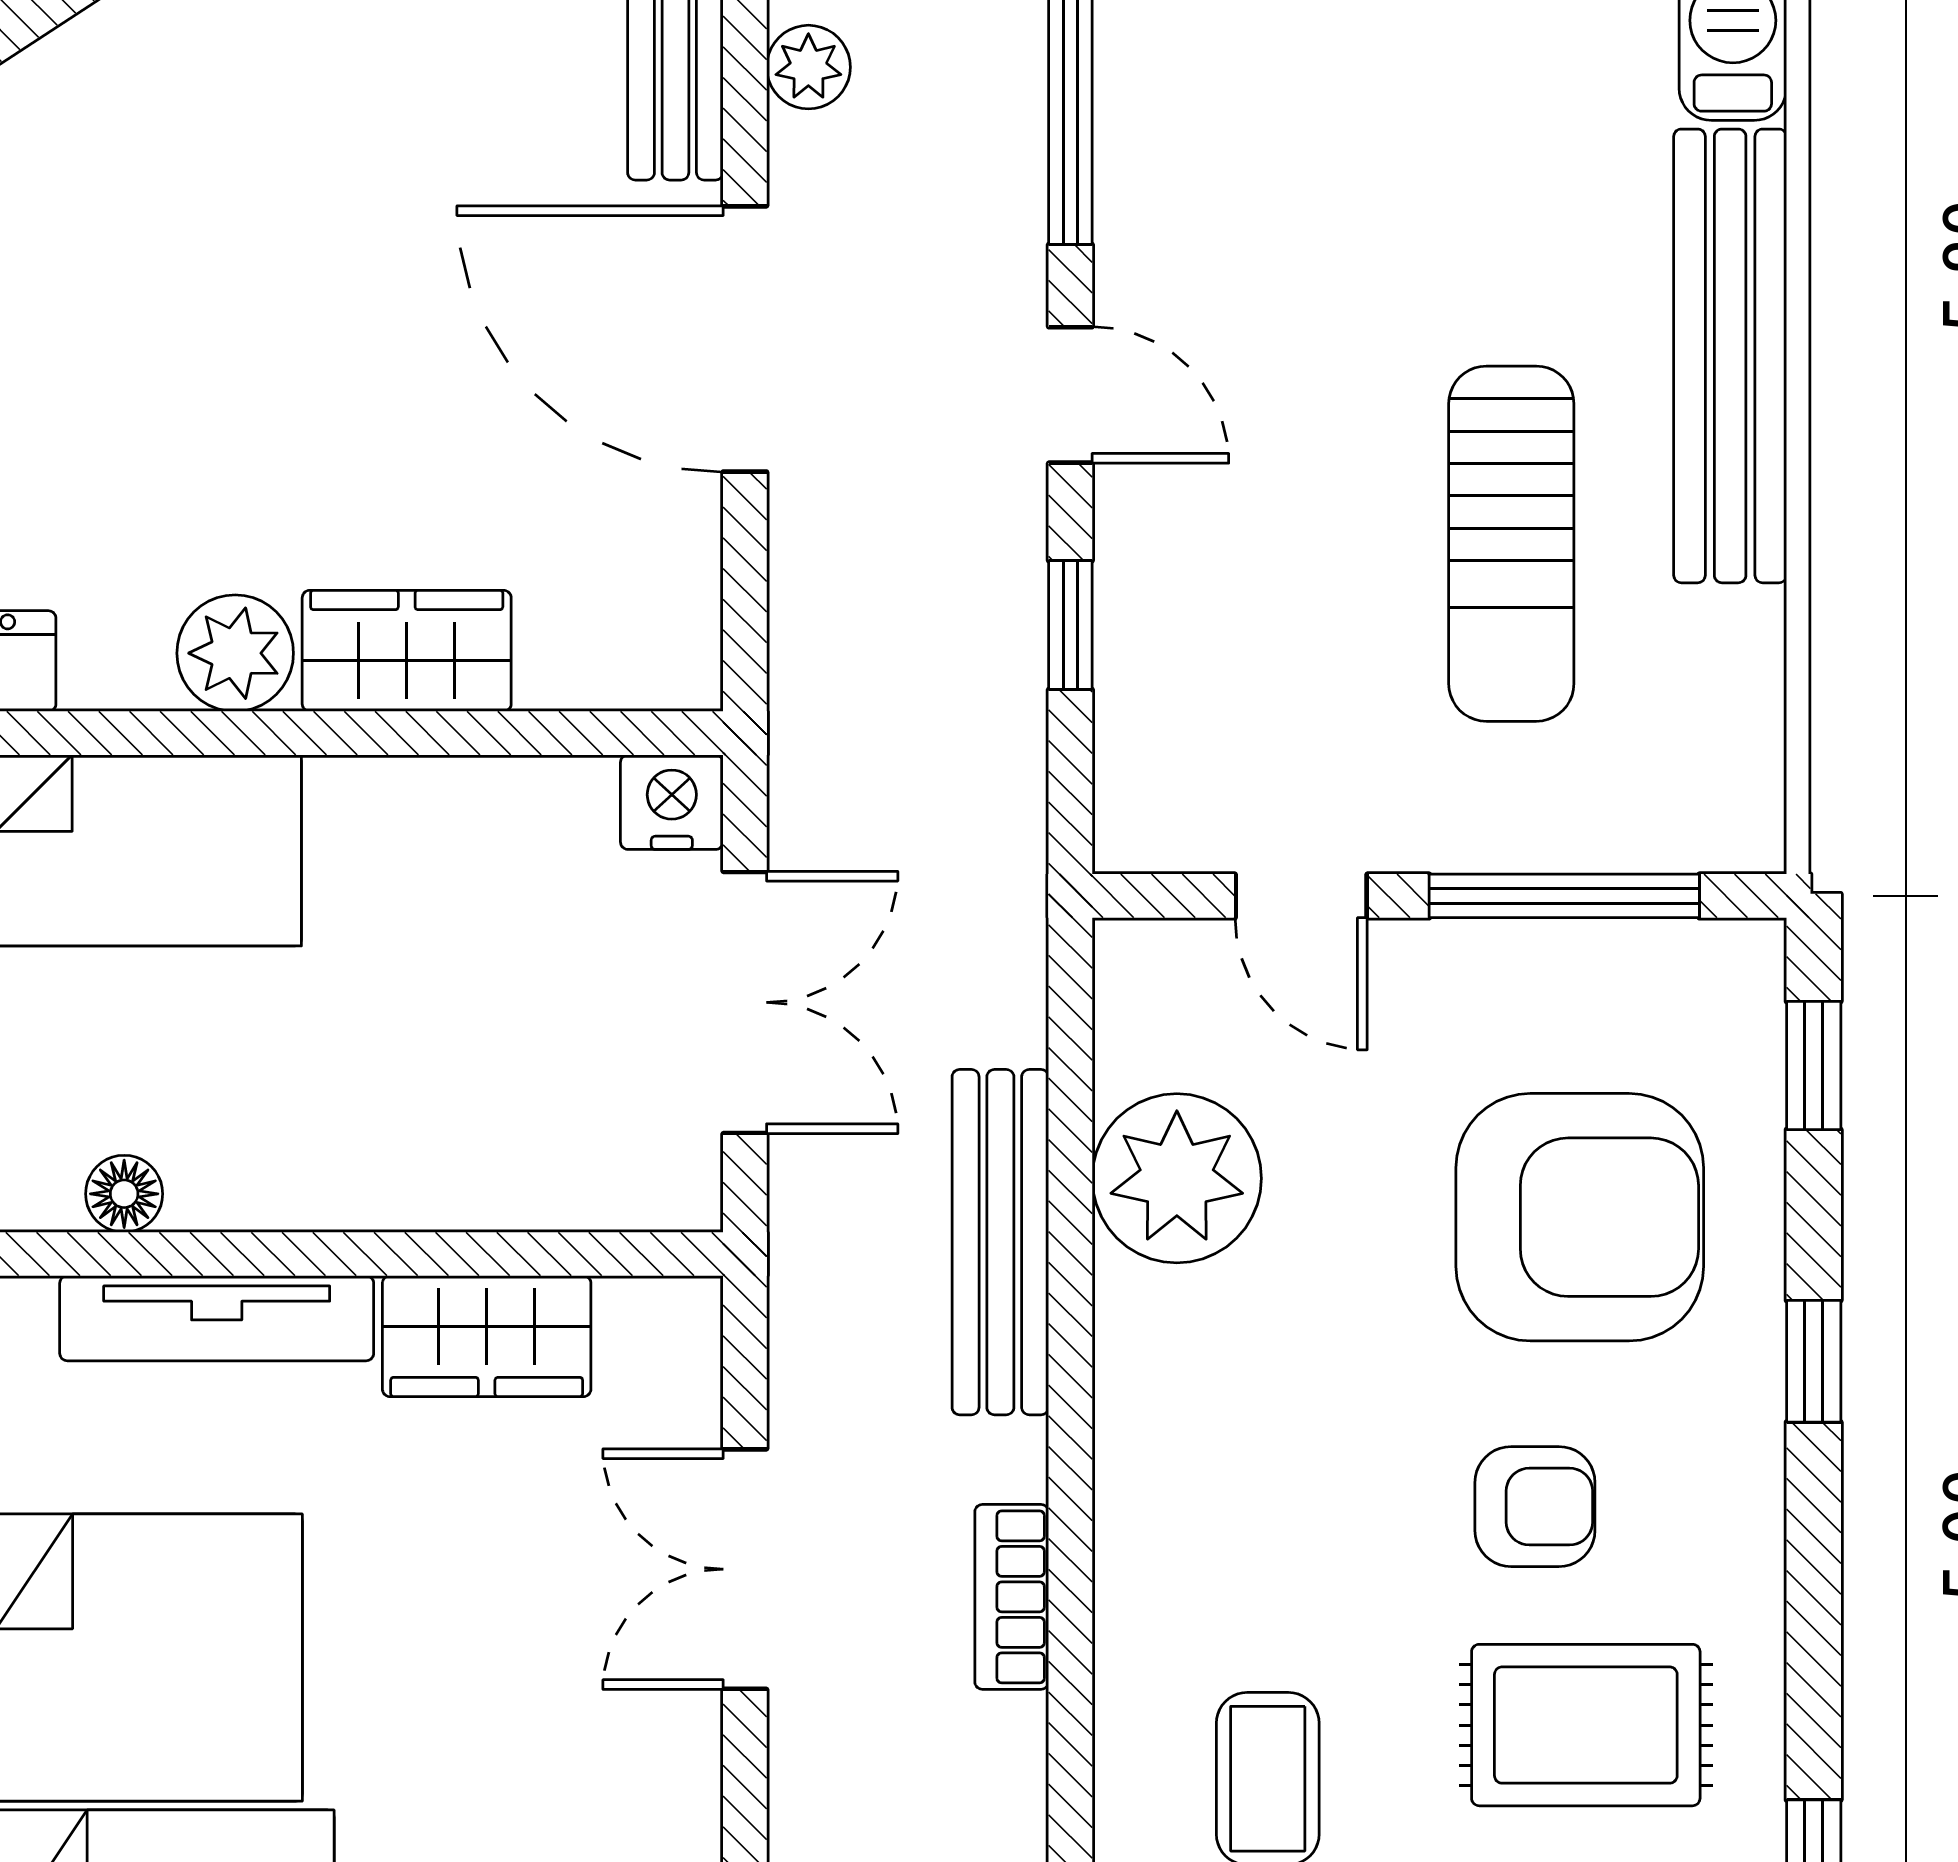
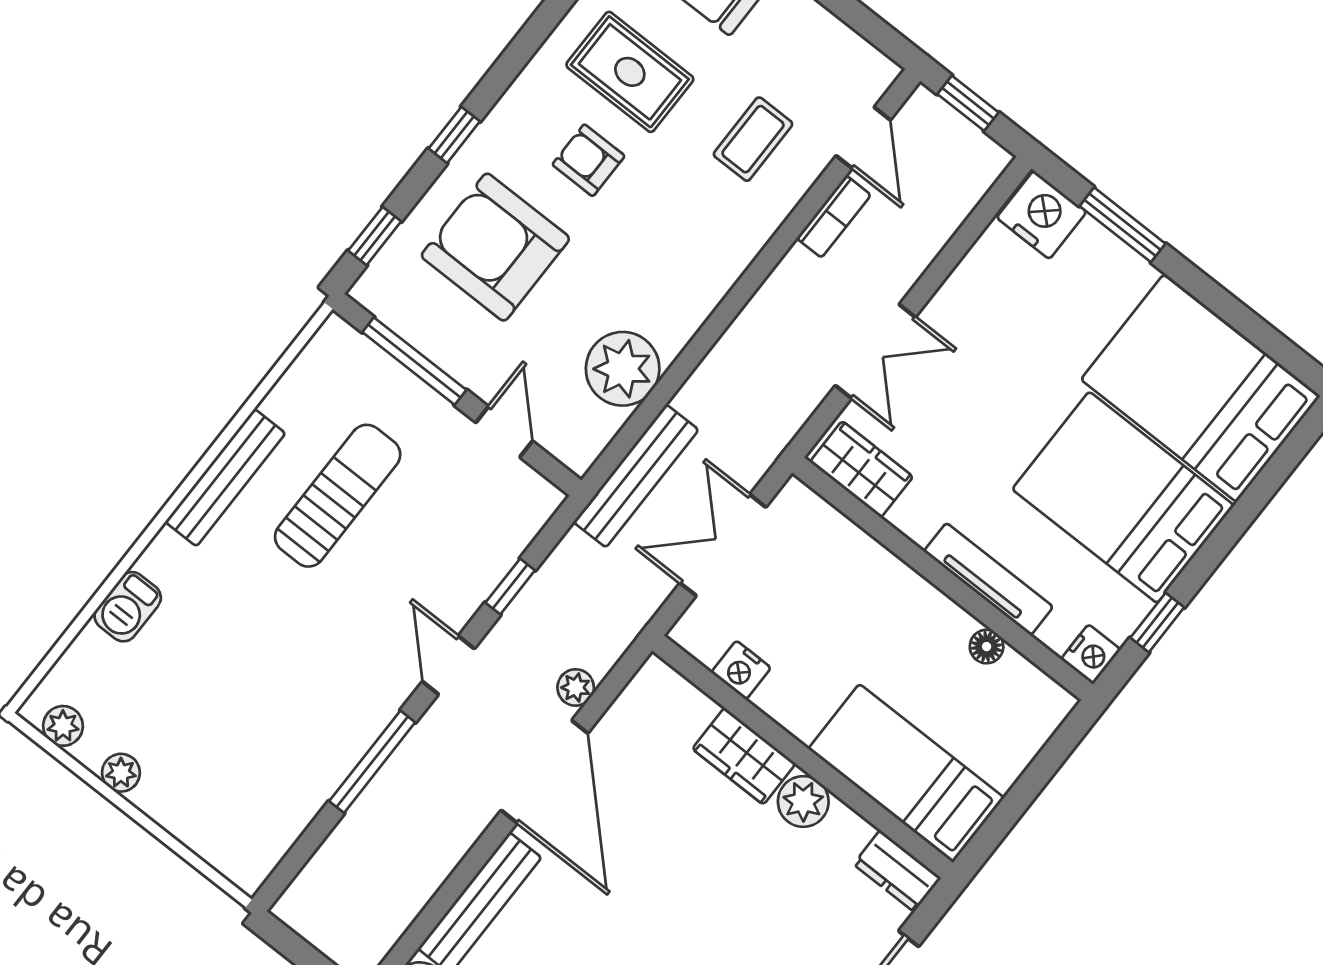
plant: (808, 67) -> (576, 687), moved
bench: (1730, 356) -> (225, 478), width x0.73, depth x0.82
nightstand: (672, 802) -> (741, 670), moved
bench: (1000, 1242) -> (636, 476), moved
wardrobe: (487, 1336) -> (861, 469), moved
bookcase: (1012, 1597) -> (834, 217), moved

